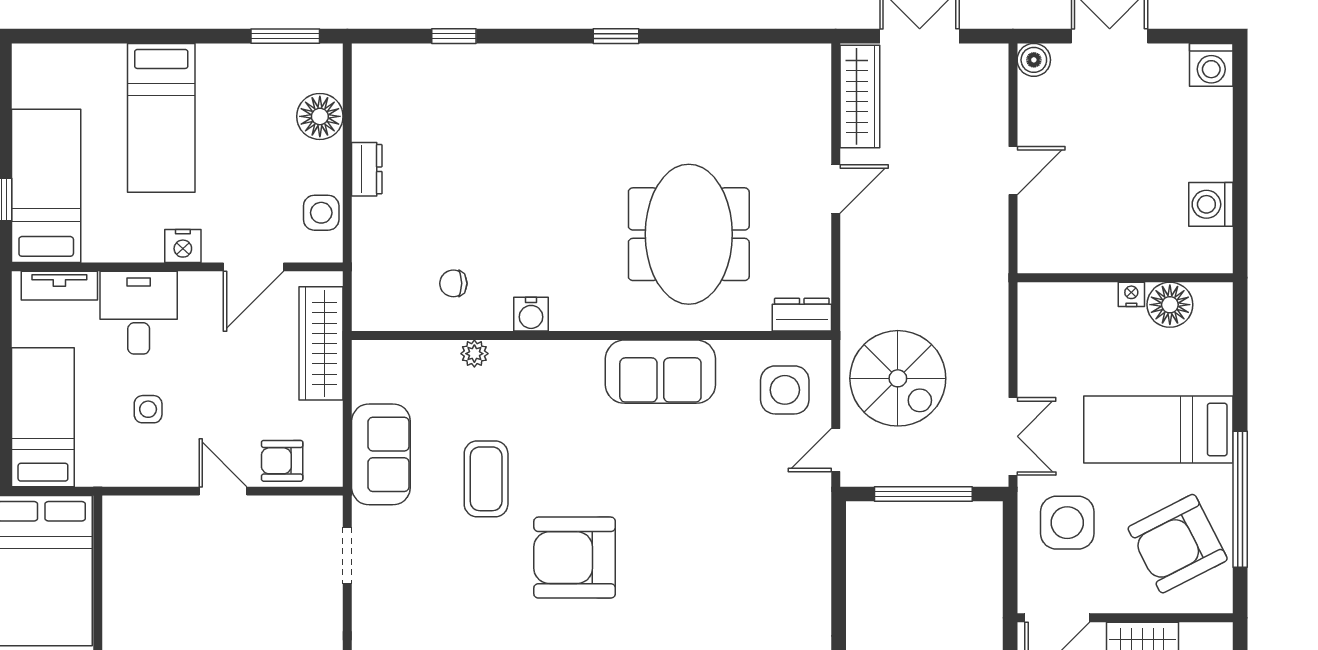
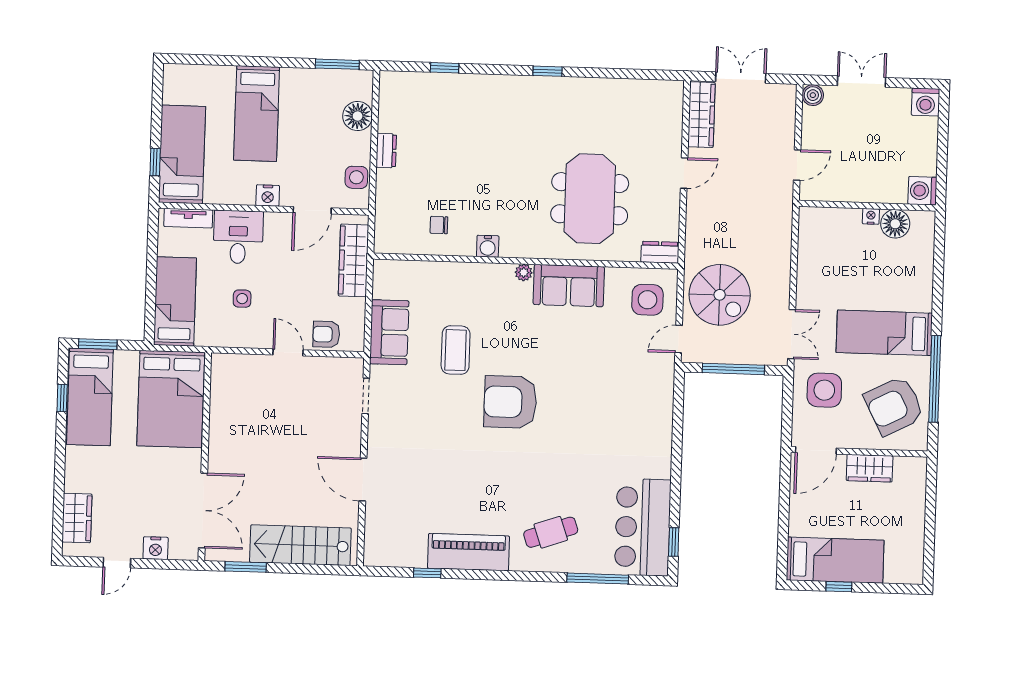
wall: (1125, 278) -> (867, 206), moved
nightstand: (1131, 294) -> (871, 216), moved
floor lamp: (1170, 305) -> (895, 224), moved
plant: (474, 354) -> (524, 273), moved

